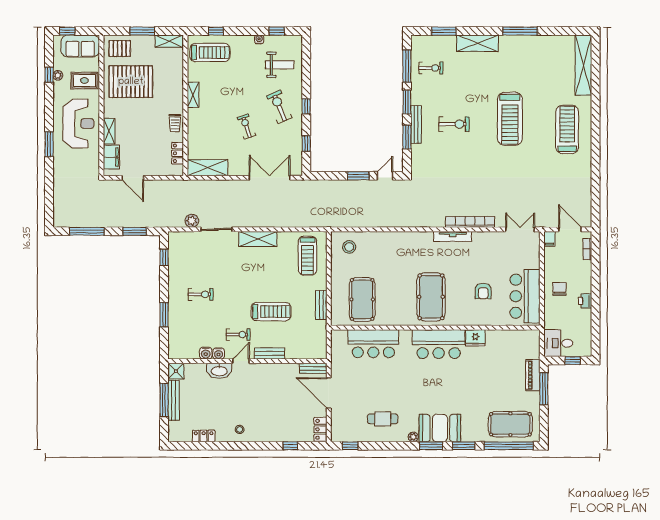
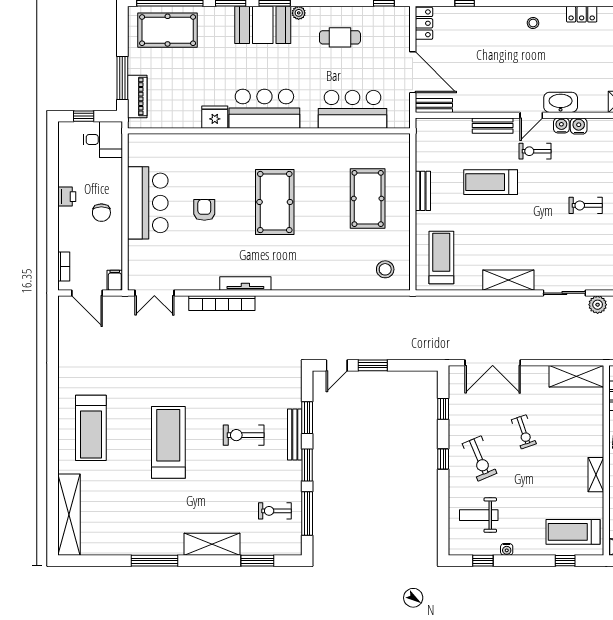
wall: (435, 328) -> (269, 131), moved
fridge: (475, 338) -> (215, 117), moved
bar counter: (373, 344) -> (353, 109), moved
bar counter: (439, 344) -> (264, 109), moved

